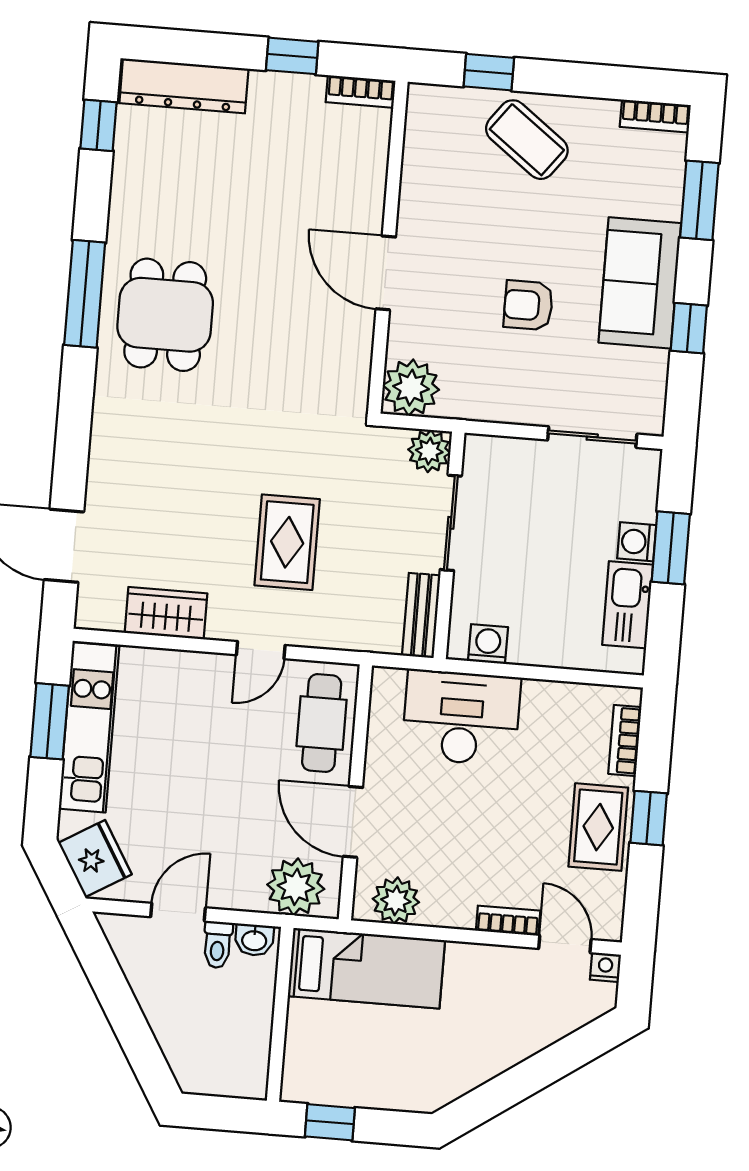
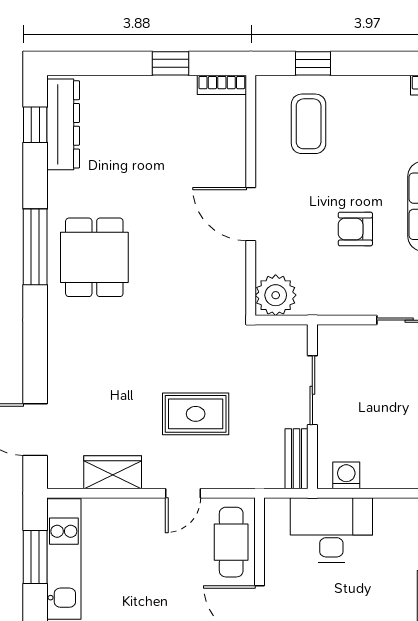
dresser: (184, 86) -> (63, 124), moved, turned -90
coffee table: (527, 140) -> (309, 124), moved, turned 53
plant: (429, 451) -> (293, 340), removed
rug: (287, 542) -> (196, 414), turned 90

